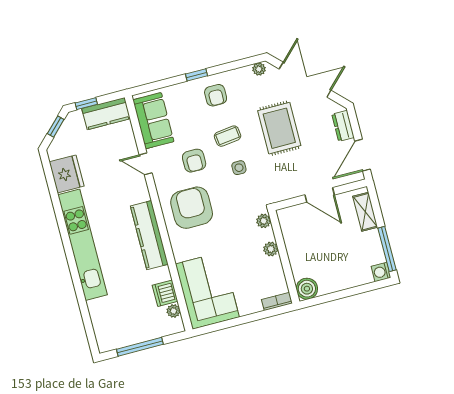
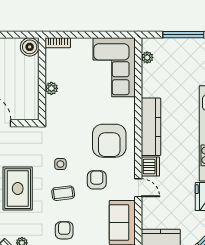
plant: (264, 221) -> (51, 114), removed
dishwasher: (165, 293) -> (150, 167), moved

